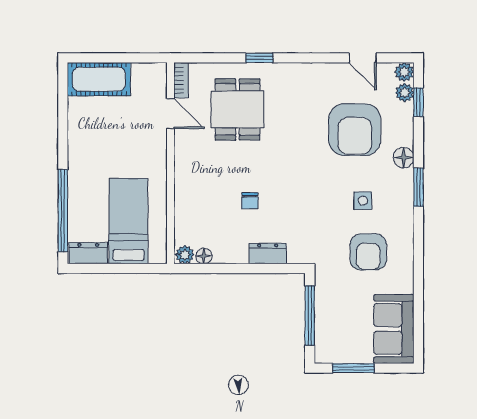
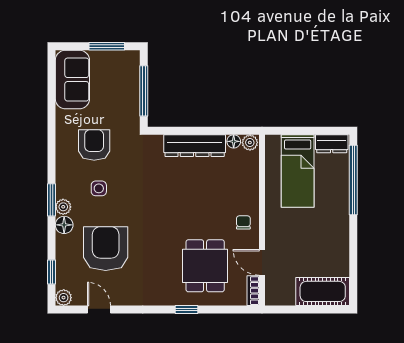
plant: (405, 93) -> (63, 207), moved
chair: (250, 201) -> (243, 222), moved
dresser: (268, 254) -> (195, 146), width x1.96, depth x1.24

